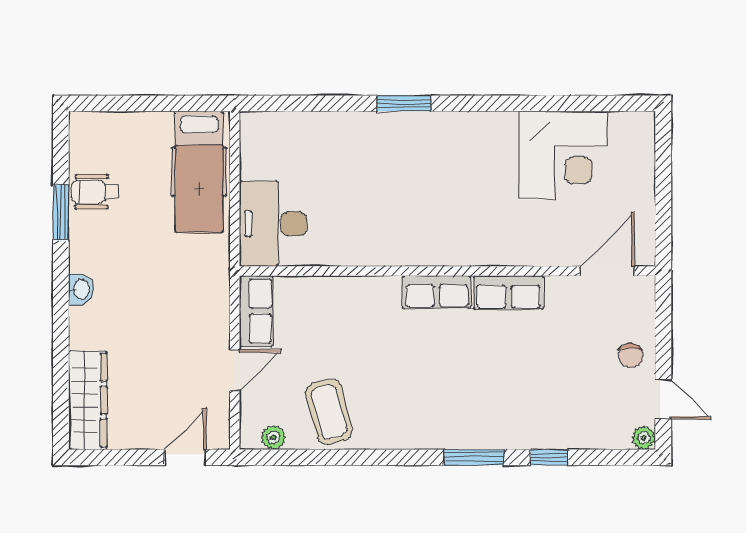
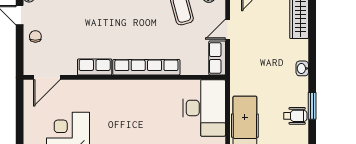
desk: (273, 224) -> (204, 108), width x1.36, depth x1.30
row of seats: (437, 292) -> (146, 67), width x2.02

